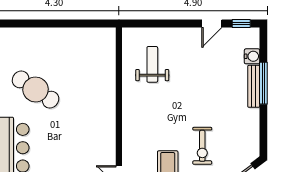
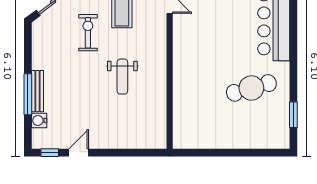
weight bench: (152, 64) -> (122, 77), moved
cafe table: (36, 90) -> (251, 88), turned -50

